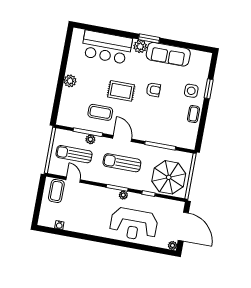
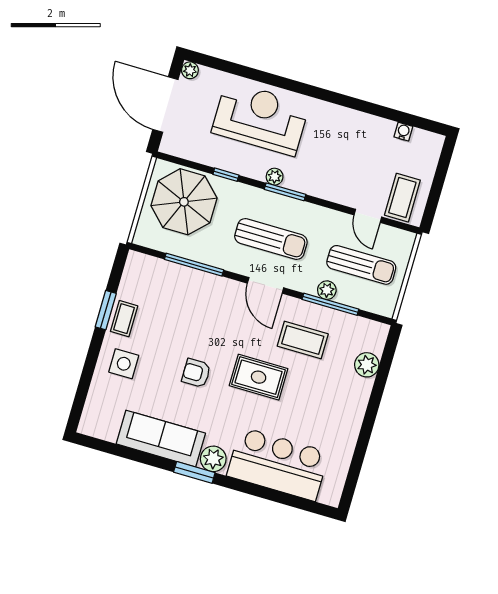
plant: (70, 81) -> (367, 365), moved
window: (209, 89) -> (106, 310), moved

